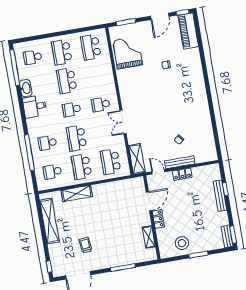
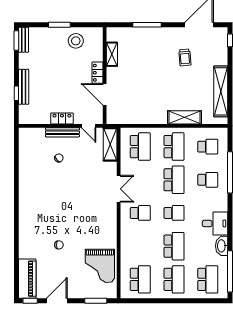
school desk: (33, 57) -> (208, 279), width x1.85
door: (149, 201) -> (105, 94), hinge flipped

